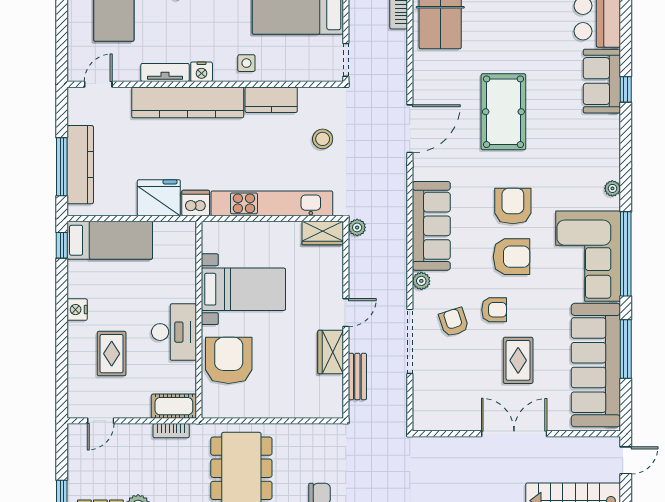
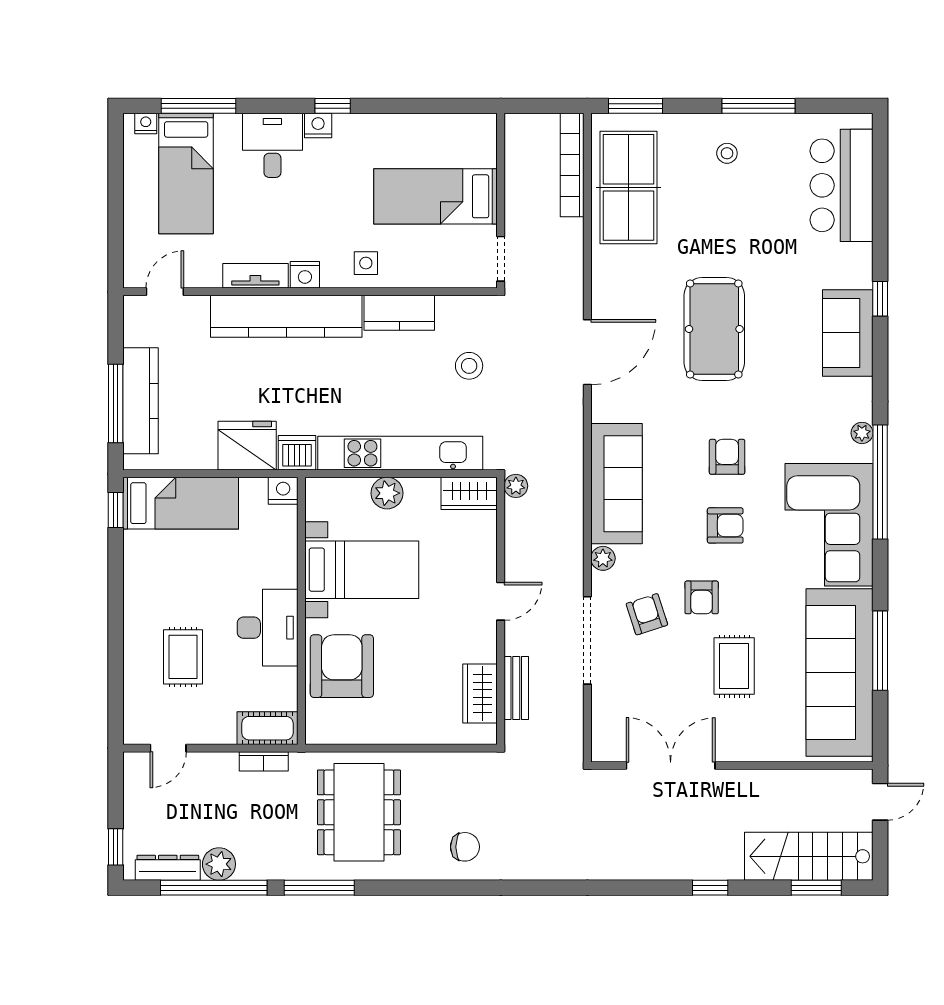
sofa: (602, 81) -> (848, 333), moved
armchair: (513, 206) -> (727, 457), width x0.72, depth x0.72
plant: (262, 233) -> (387, 493), added
window: (626, 254) -> (880, 482), moved
armchair: (512, 257) -> (725, 525), width x0.72, depth x0.72
nightstand: (77, 310) -> (283, 491), moved, turned 90
armchair: (494, 310) -> (702, 597), turned 90
wardrobe: (331, 352) -> (480, 693), moved
double door: (514, 434) -> (671, 766), moved

